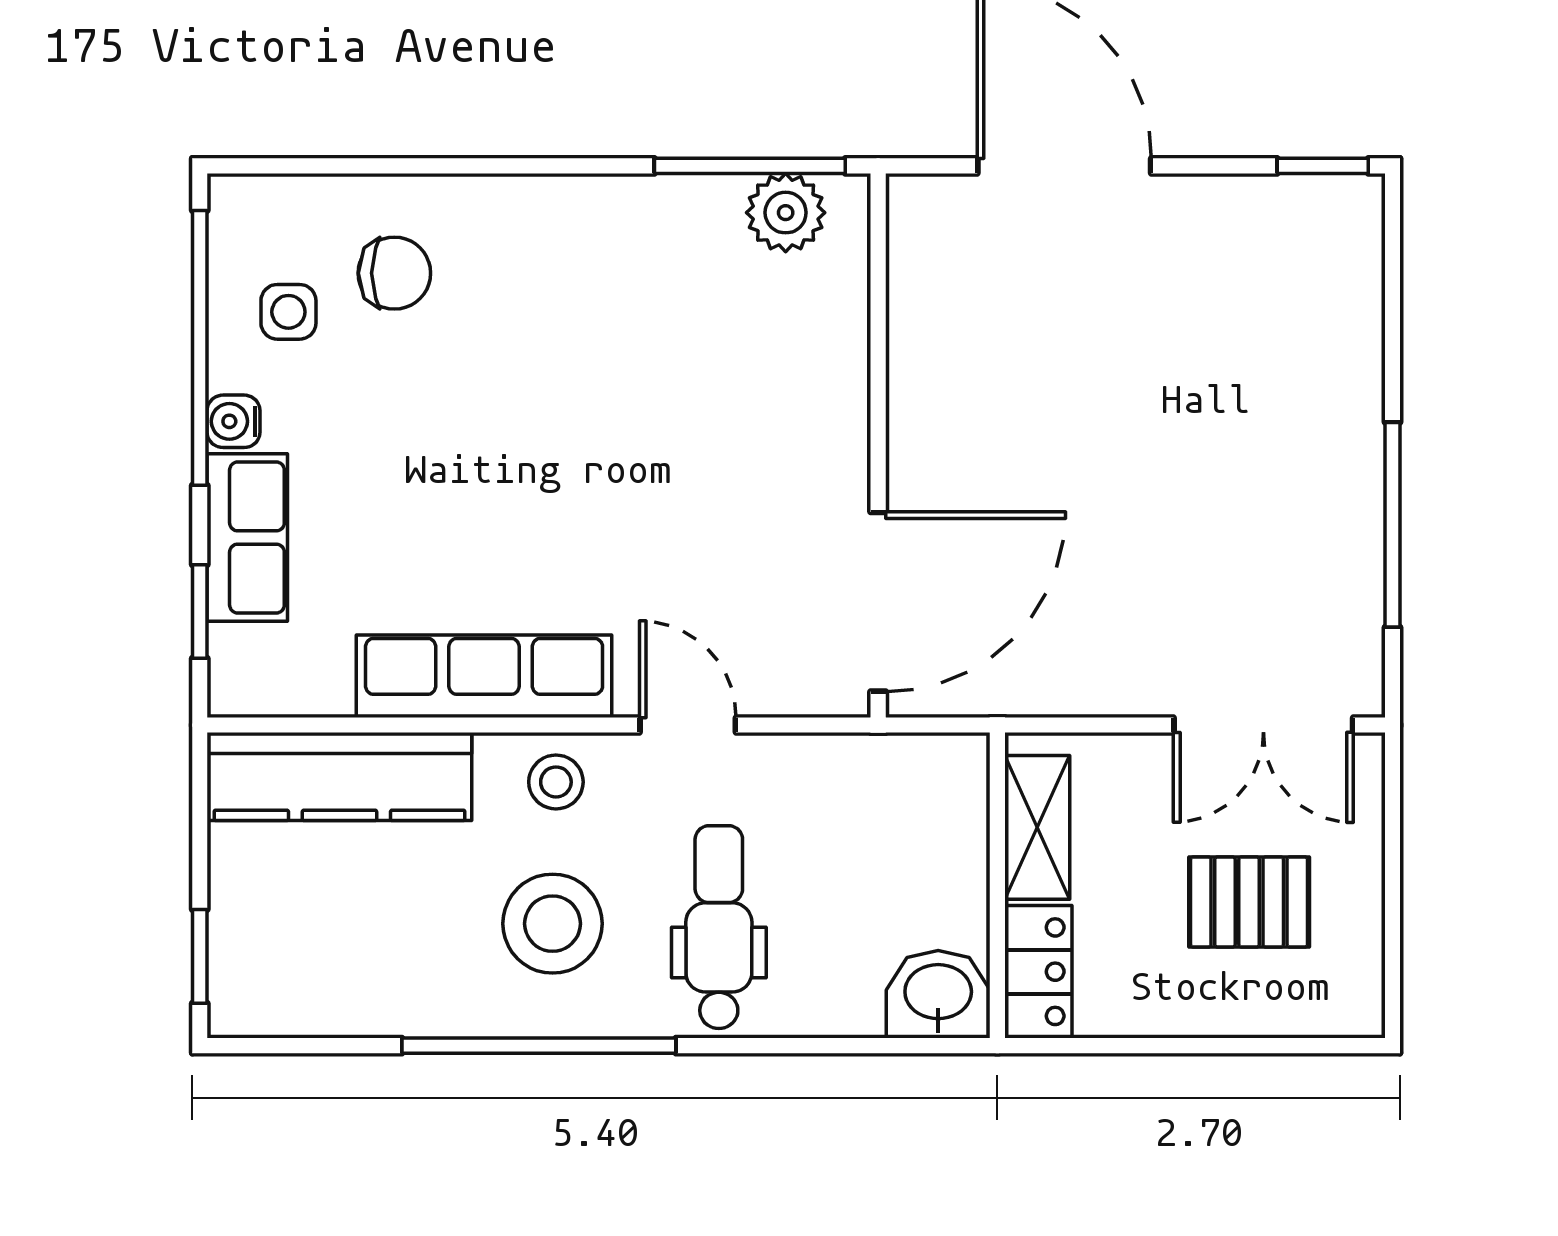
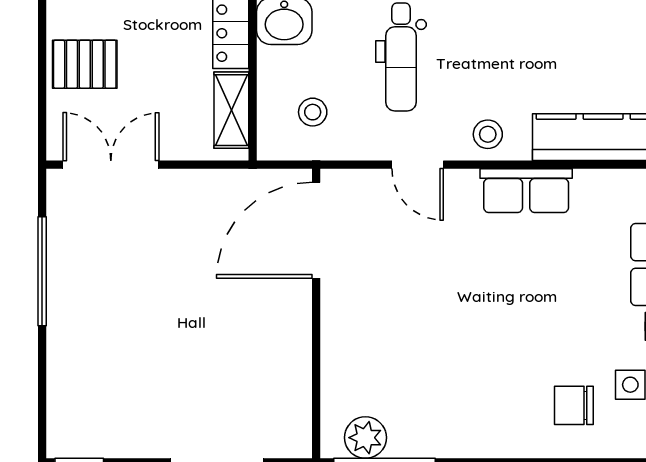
row of seats: (484, 676) -> (526, 191), width x0.68
pallet: (1249, 902) -> (85, 64), moved
stool: (553, 924) -> (313, 112), moved, width x0.53, depth x0.53

